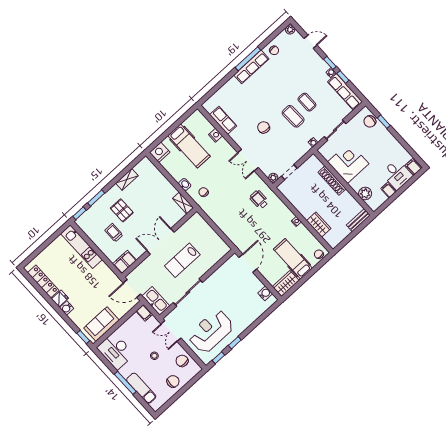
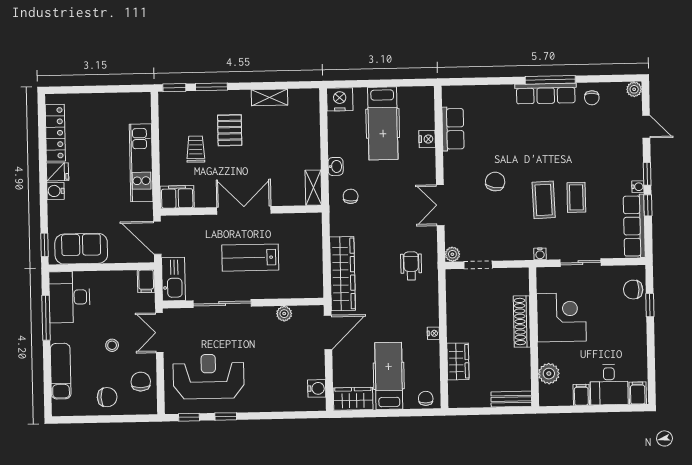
wardrobe: (231, 231) -> (342, 274), added
kitchen unit: (81, 247) -> (141, 163), moved
plant: (220, 272) -> (284, 314), added
window: (125, 383) -> (46, 318), moved

